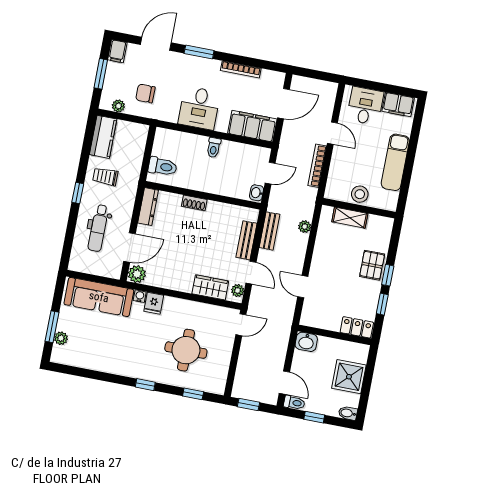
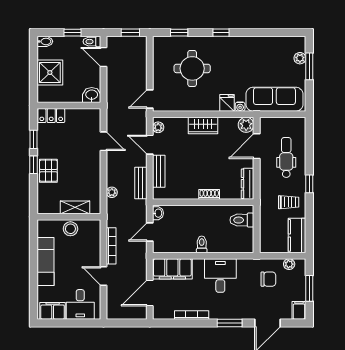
wardrobe: (210, 287) -> (203, 126), moved

